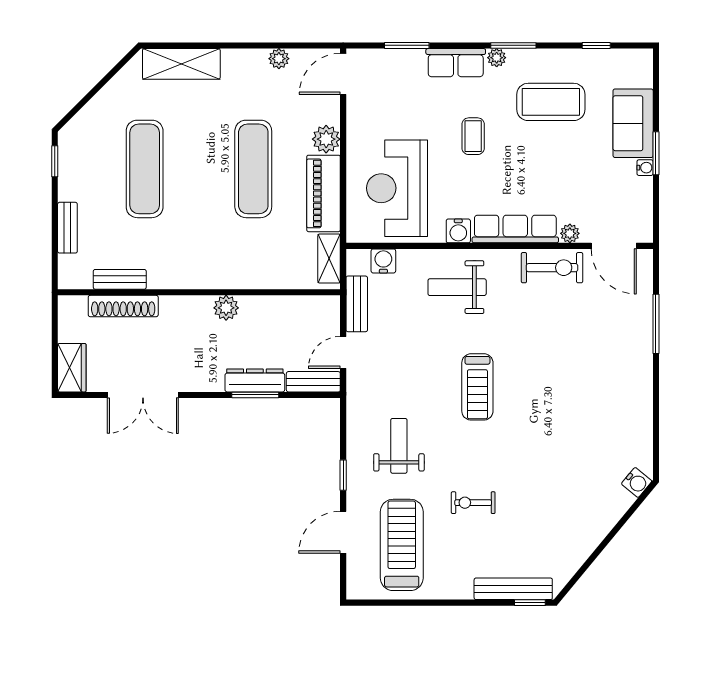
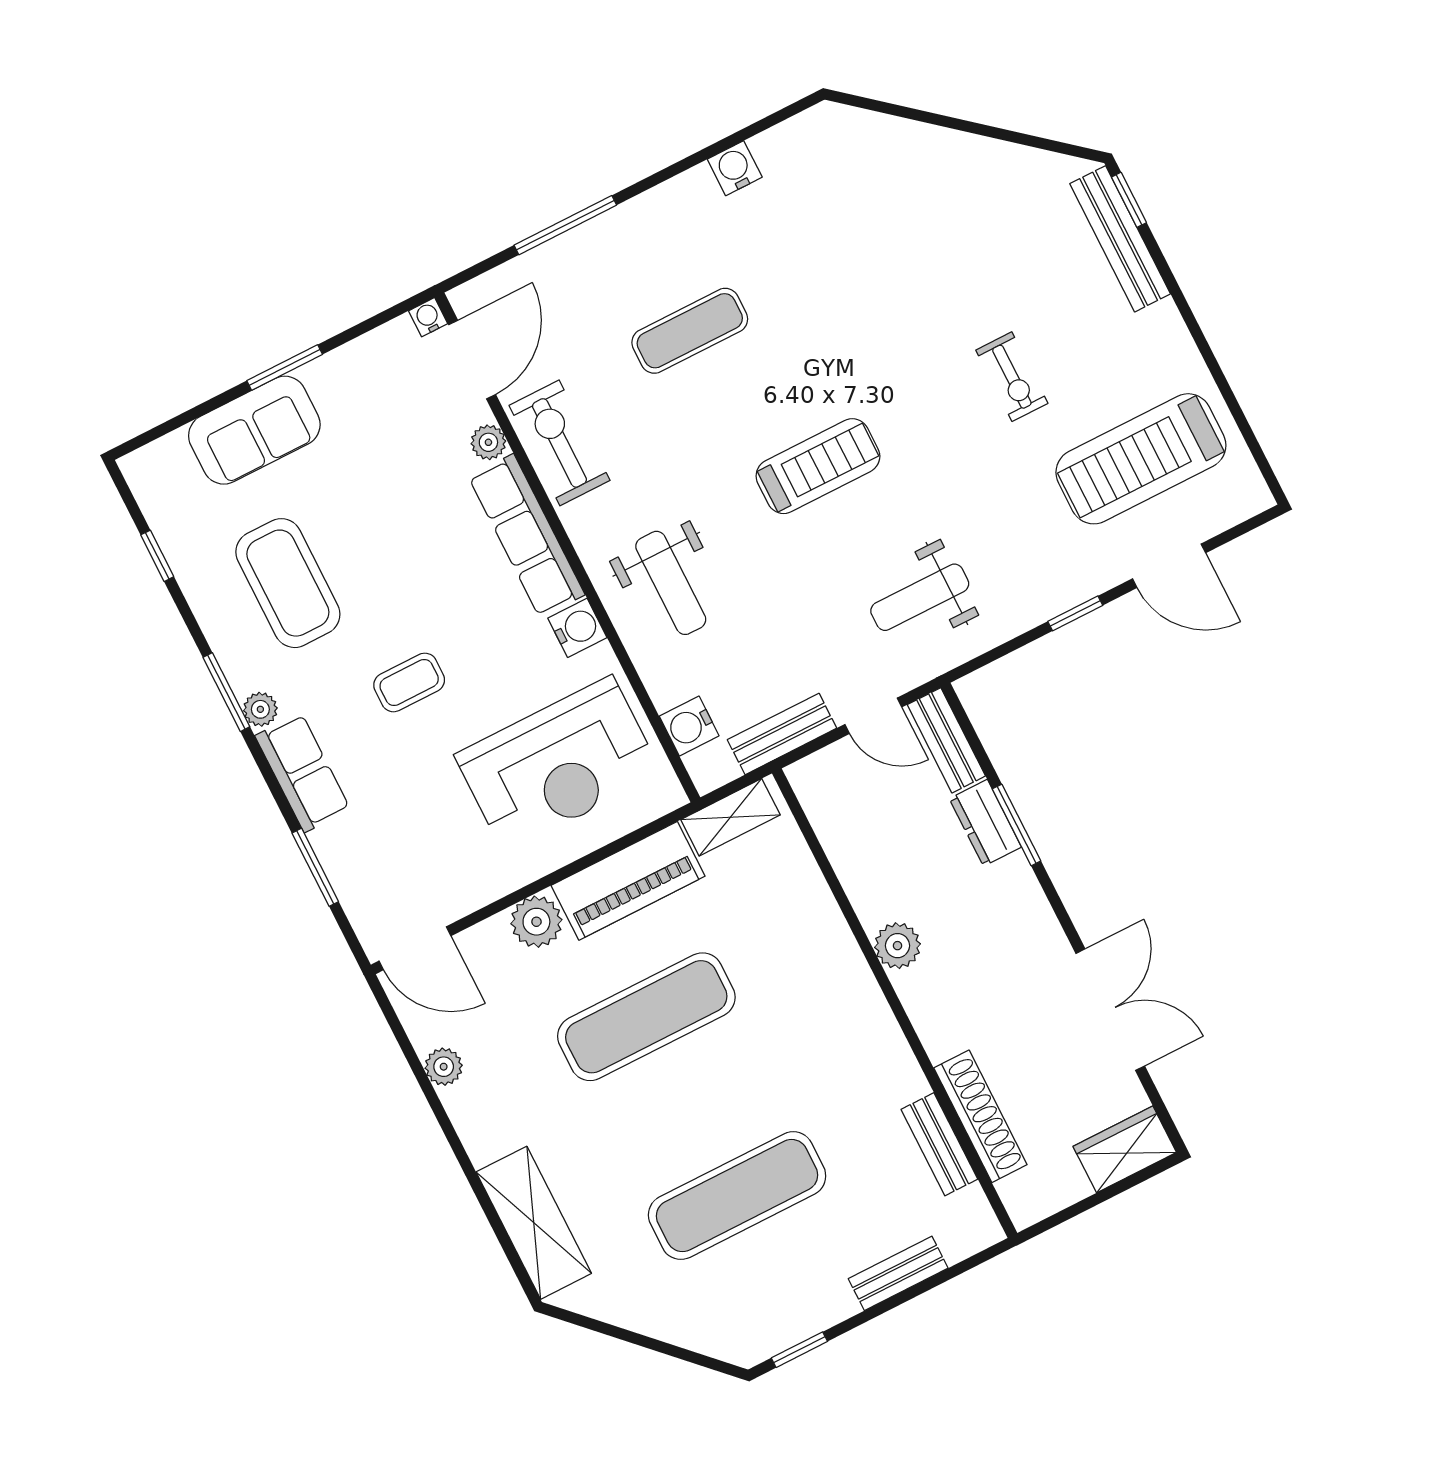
water cooler: (645, 168) -> (428, 317), moved
exercise mat: (574, 358) -> (690, 331), added
dresser: (255, 380) -> (985, 823), width x0.70
weight bench: (399, 446) -> (920, 597), moved
water cooler: (637, 482) -> (735, 168), moved, turned -40

